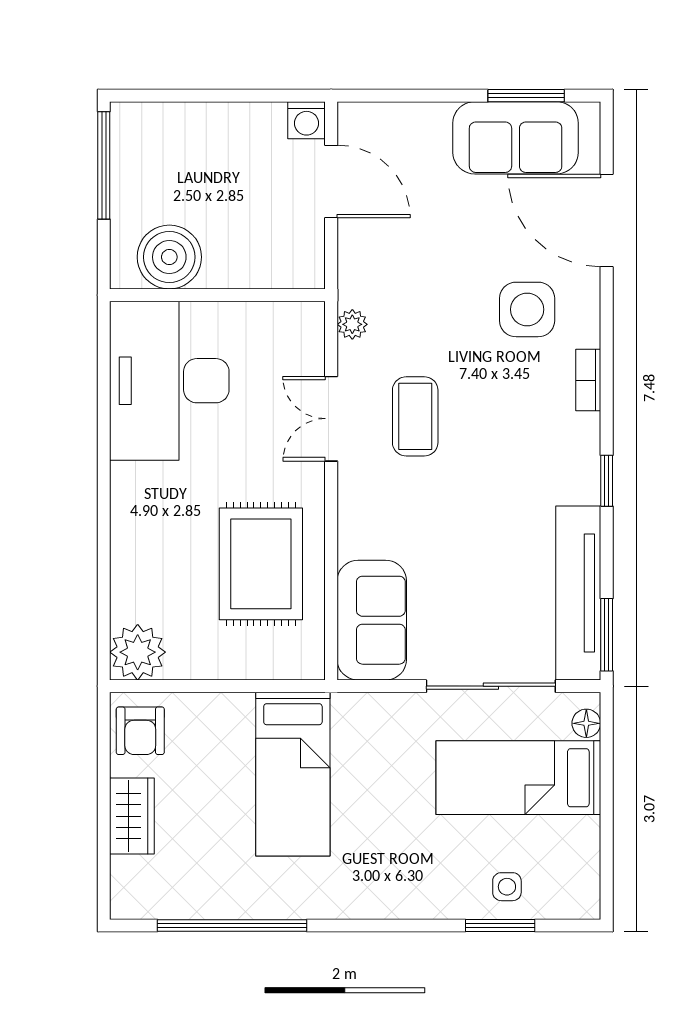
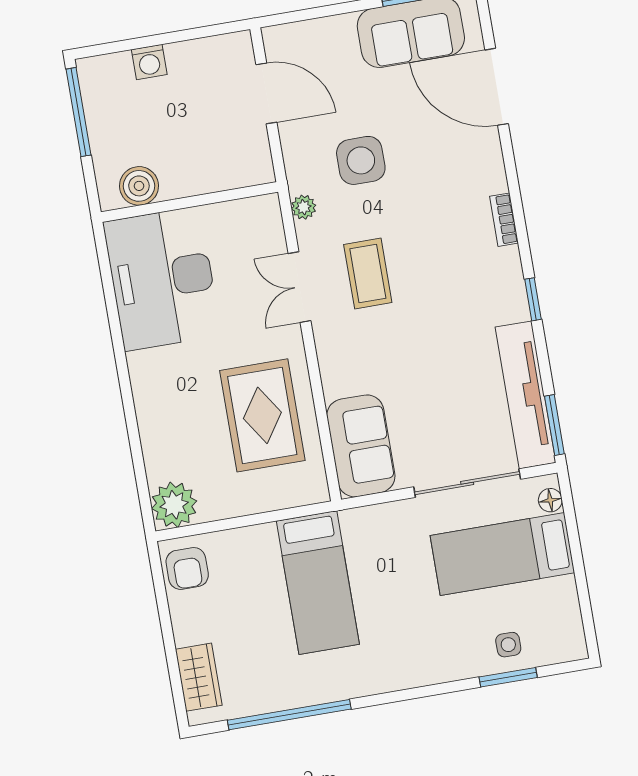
washing machine: (307, 120) -> (149, 62), moved
boiler: (169, 257) -> (139, 186), width x0.73, depth x0.73
side table: (527, 309) -> (361, 160), moved
wardrobe: (132, 816) -> (199, 677), moved

